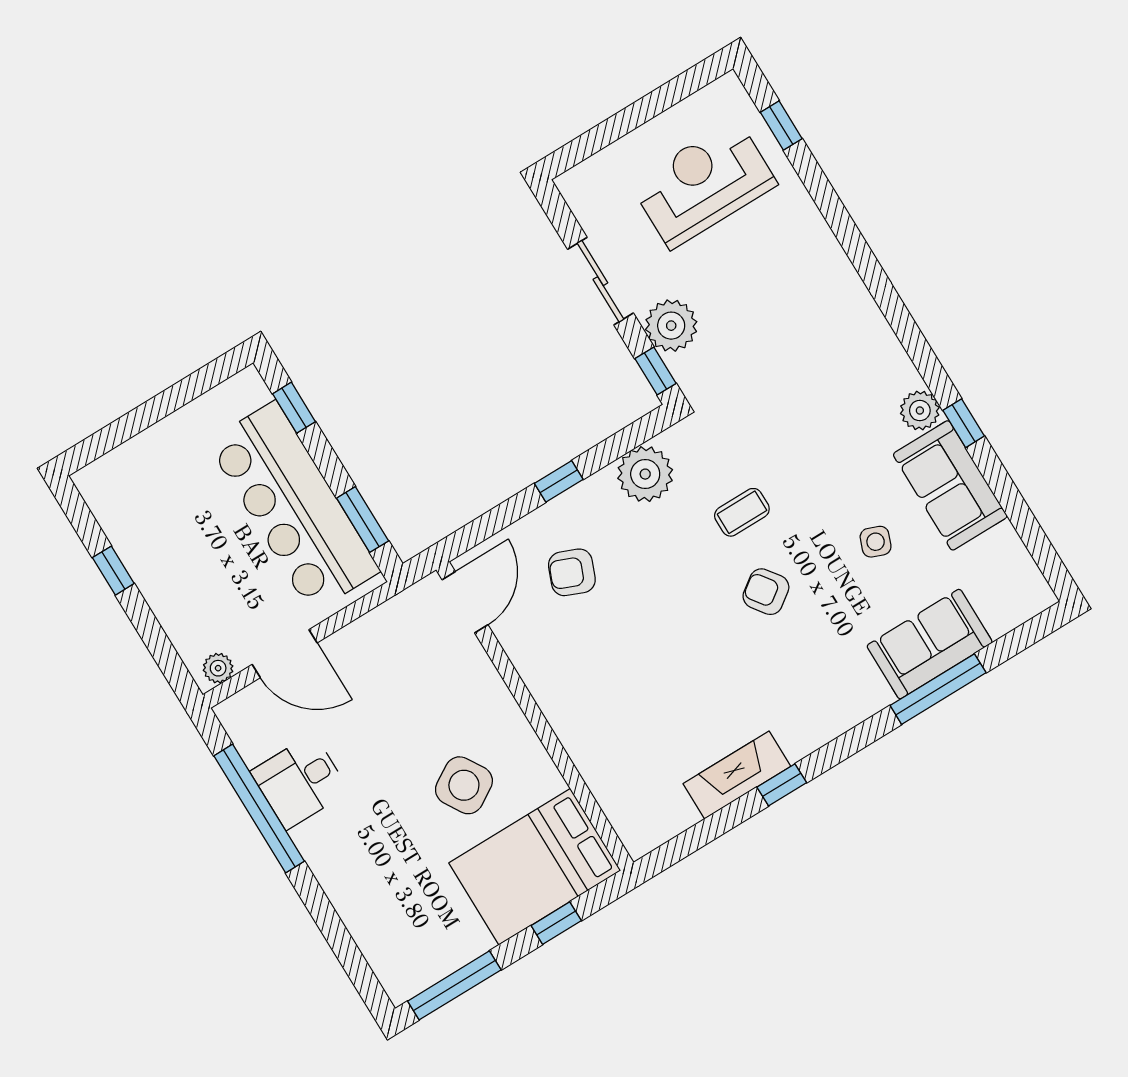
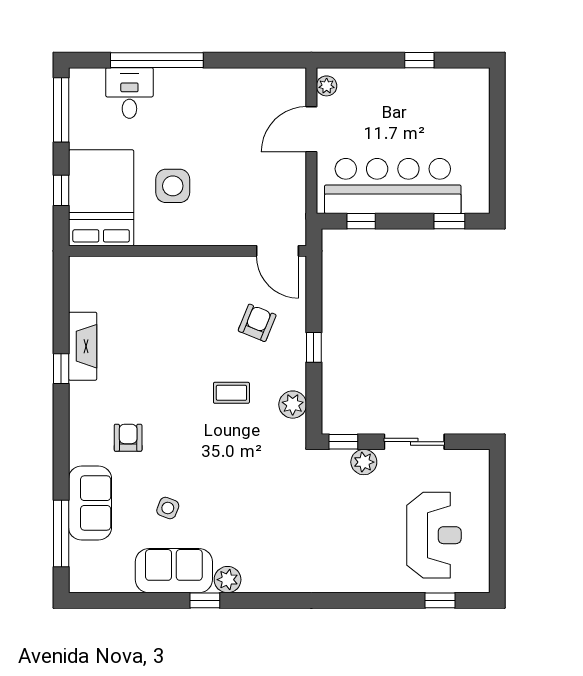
plant: (671, 326) -> (364, 462), width x0.73, depth x0.73
plant: (645, 474) -> (293, 405), width x0.73, depth x0.73
coffee table: (742, 512) -> (231, 393), moved, turned 90
window: (363, 520) -> (361, 221), width x0.67
armchair: (766, 592) -> (128, 438), moved, turned -54
window: (938, 689) -> (61, 534), moved
desk: (300, 782) -> (129, 93), moved
side table: (464, 785) -> (173, 186), turned 31
window: (259, 808) -> (157, 60), moved

